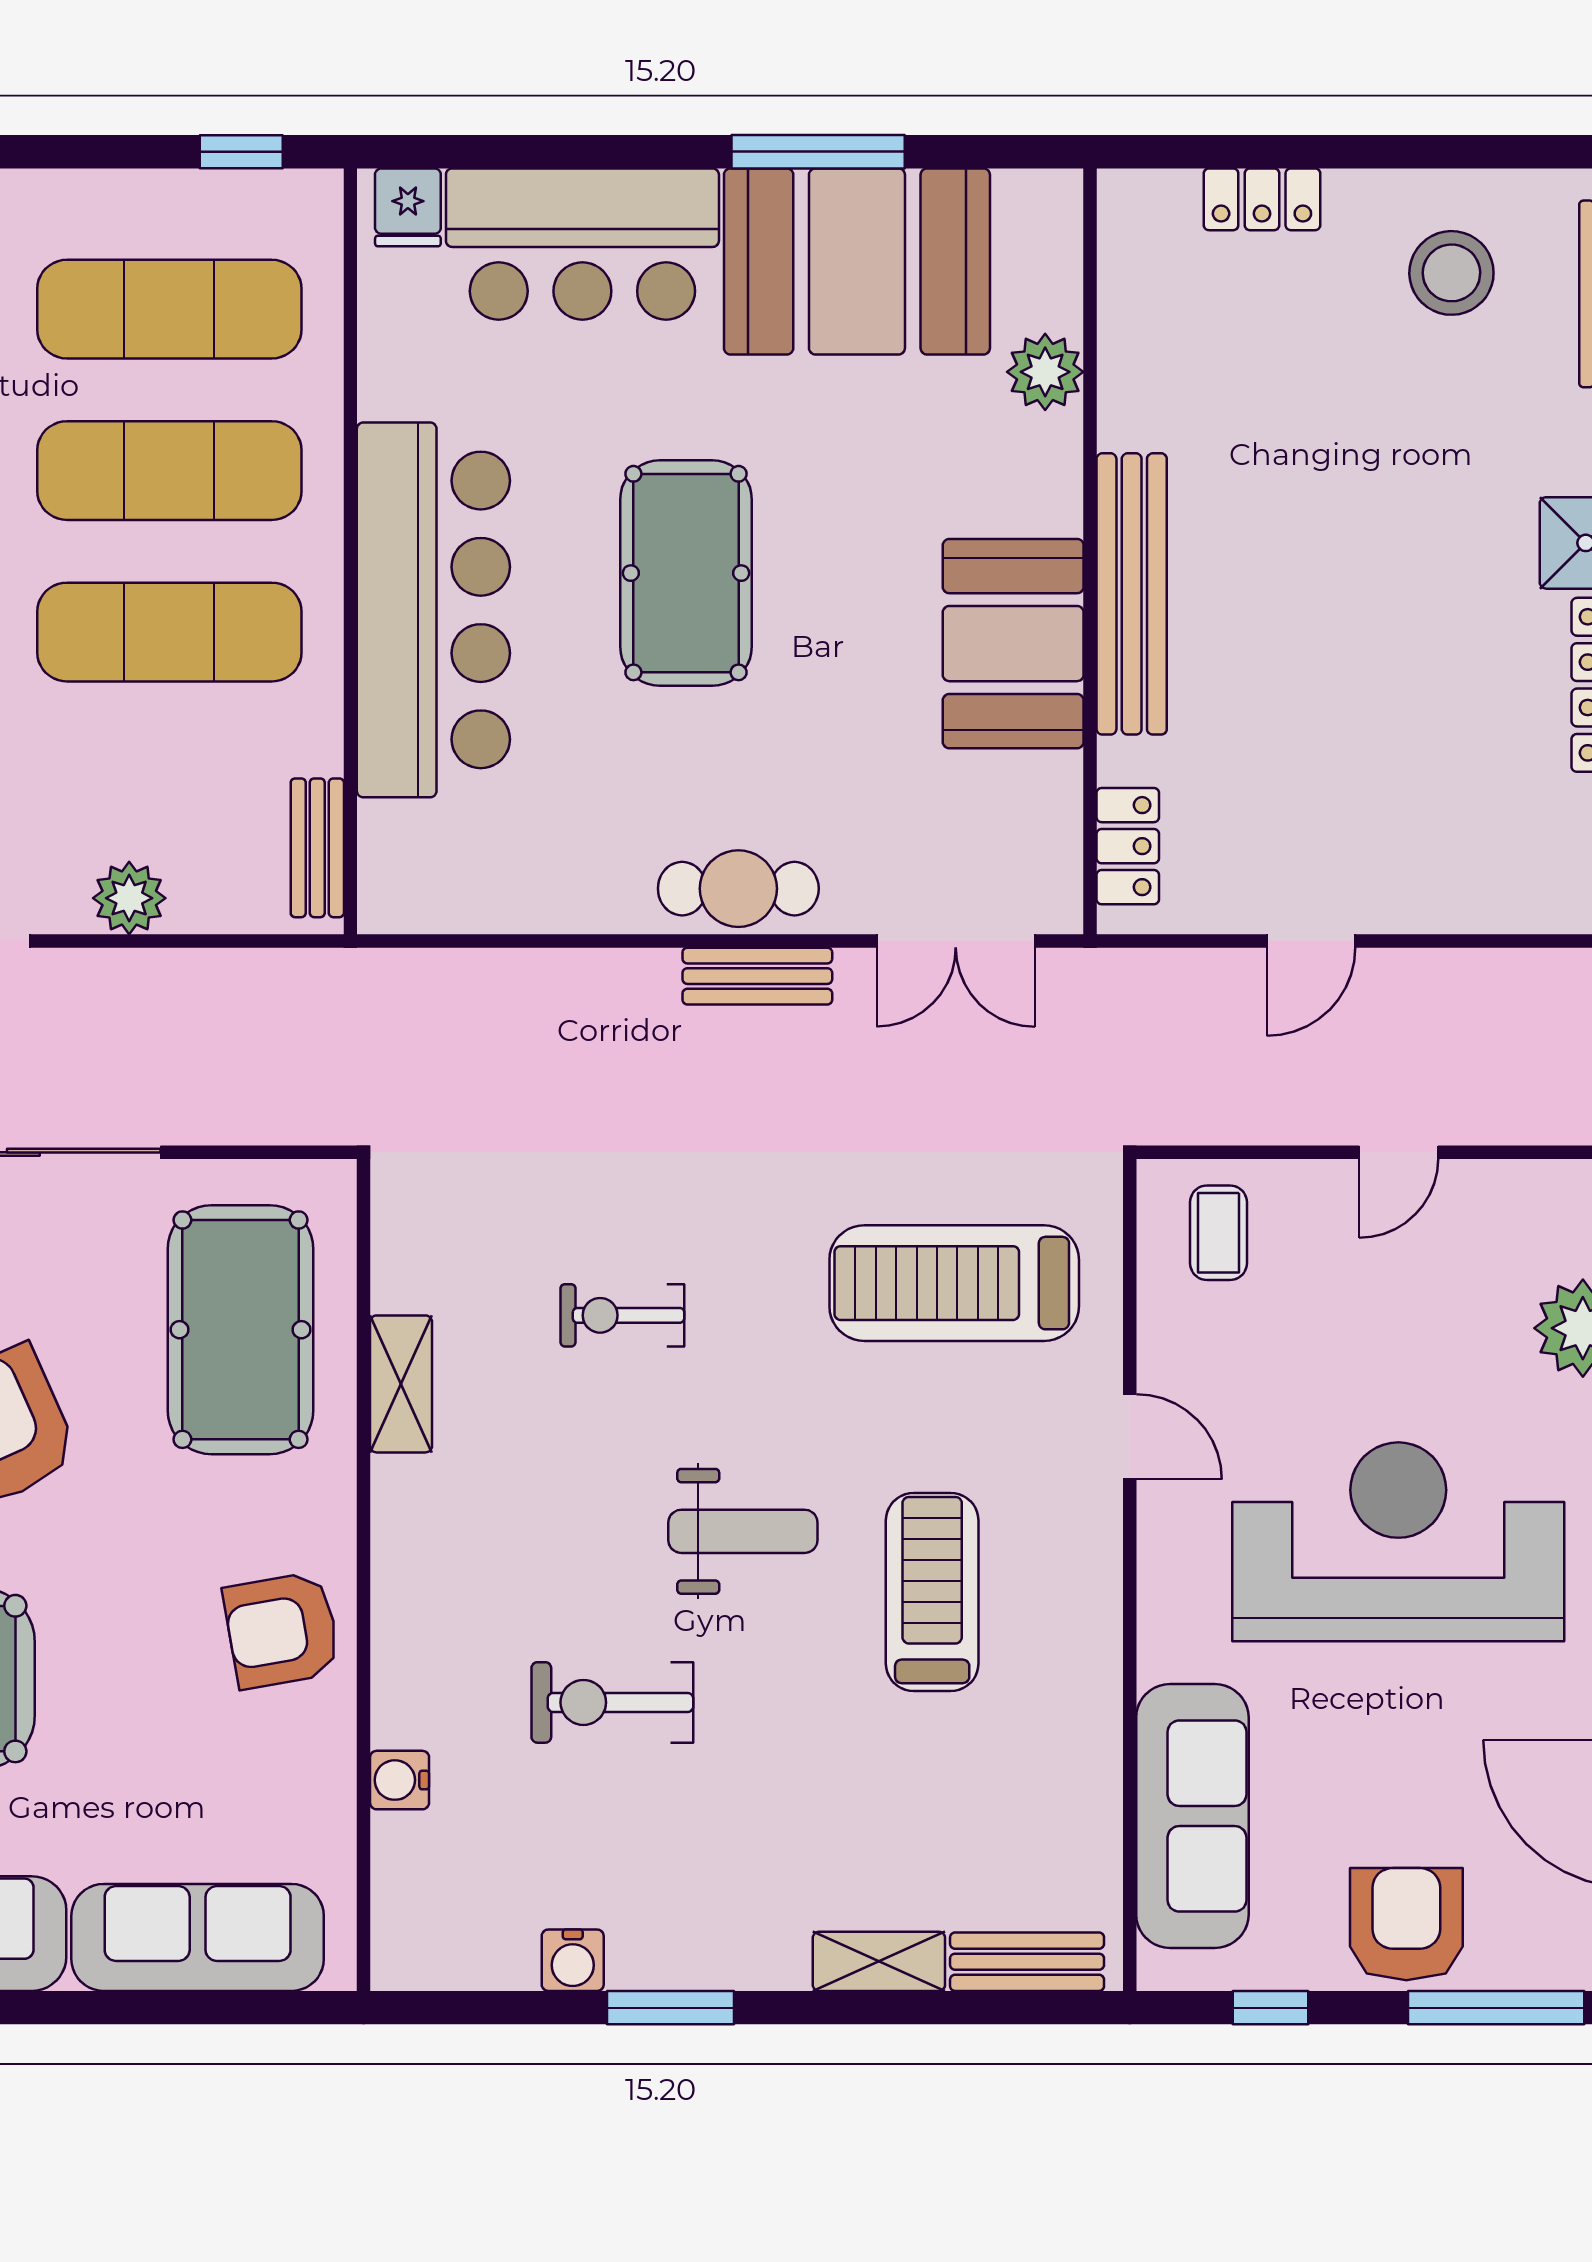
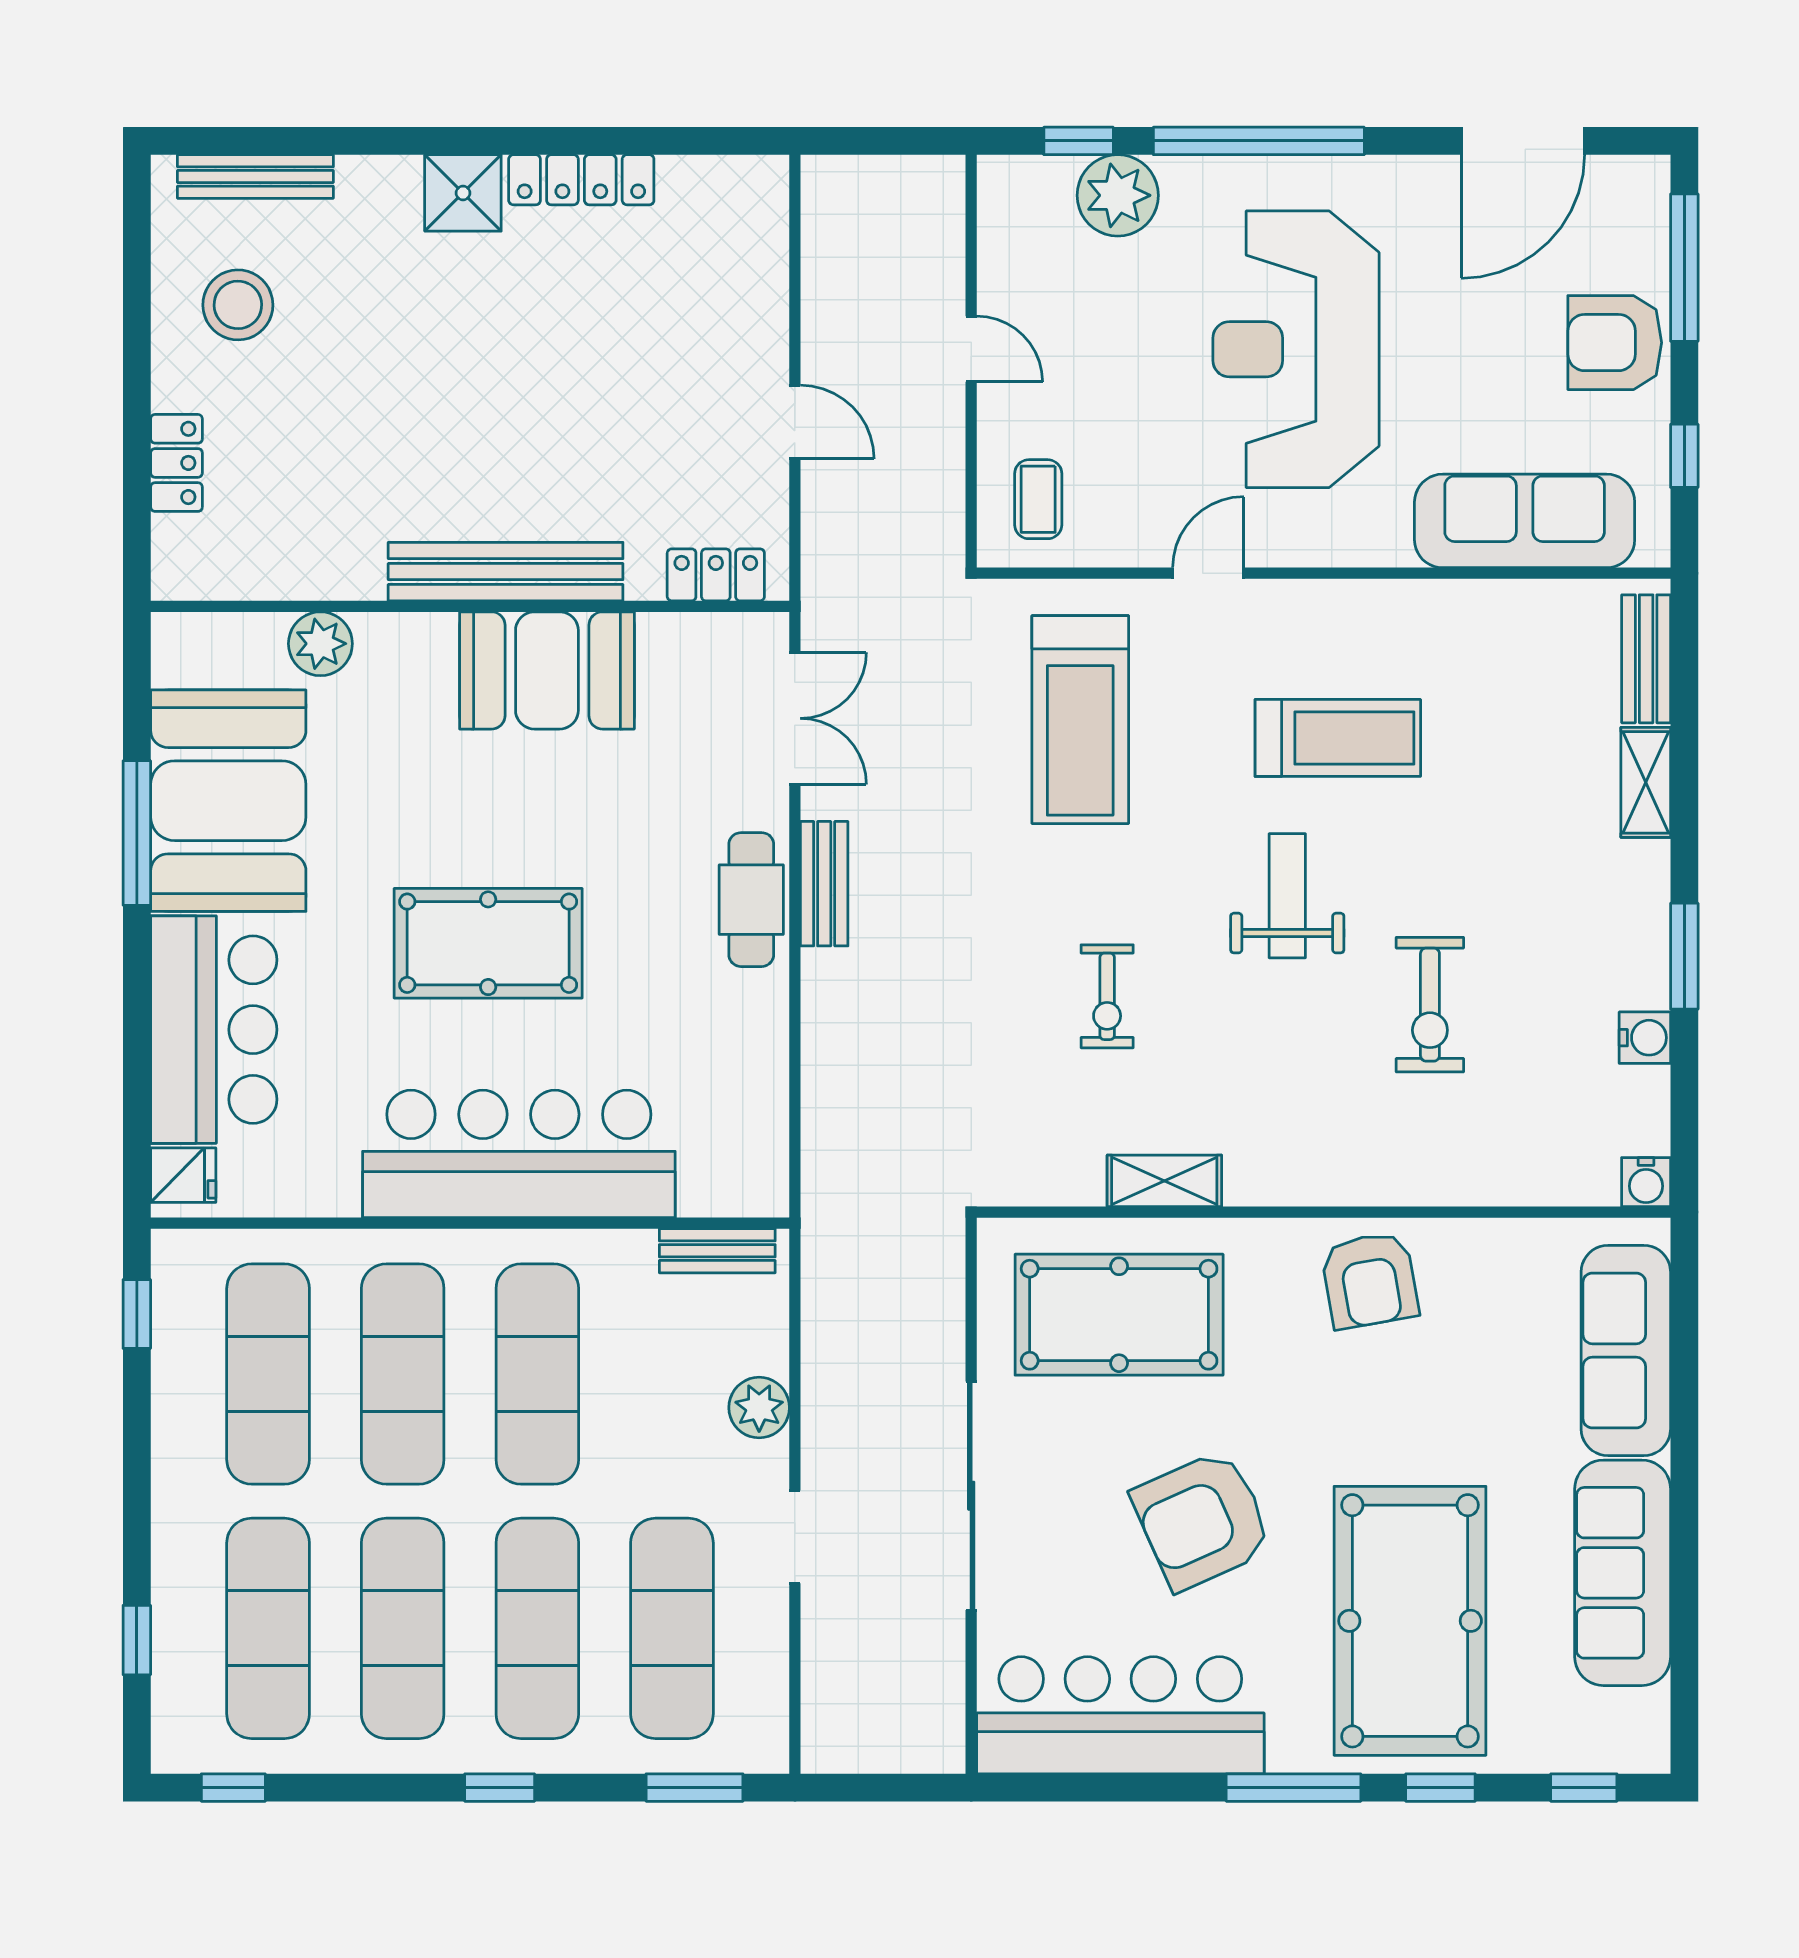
coffee table: (1218, 1233) -> (1038, 499), turned 90
treadmill: (932, 1592) -> (1338, 738), turned 180
water cooler: (400, 1780) -> (1646, 1182), moved

